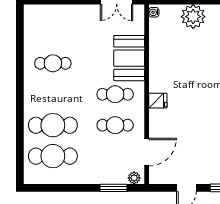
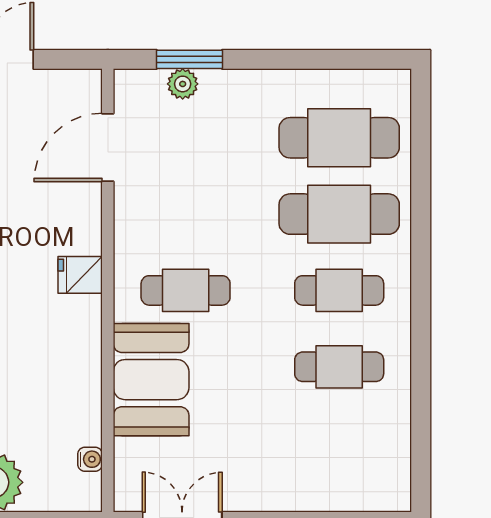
water cooler: (154, 12) -> (90, 459), moved
cafe table: (115, 125) -> (339, 290), moved
plant: (134, 178) -> (183, 84), moved

